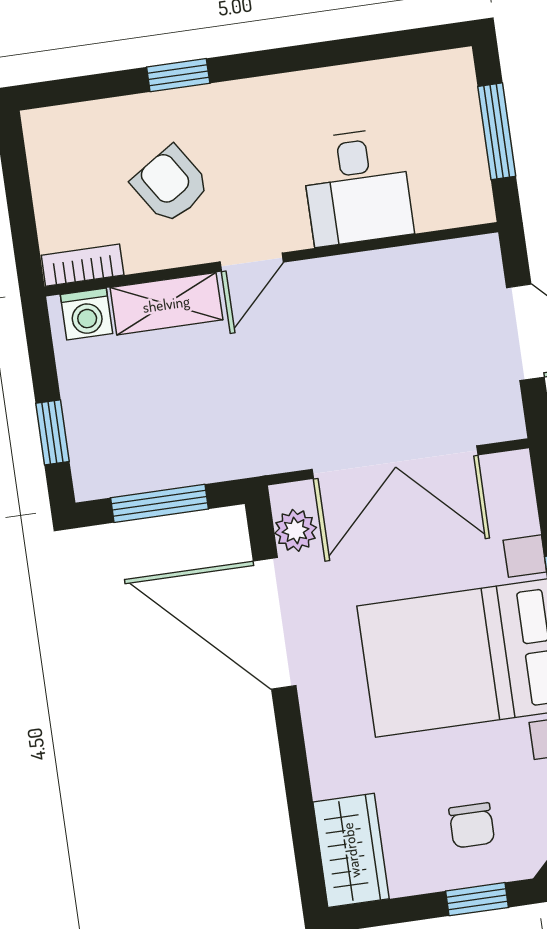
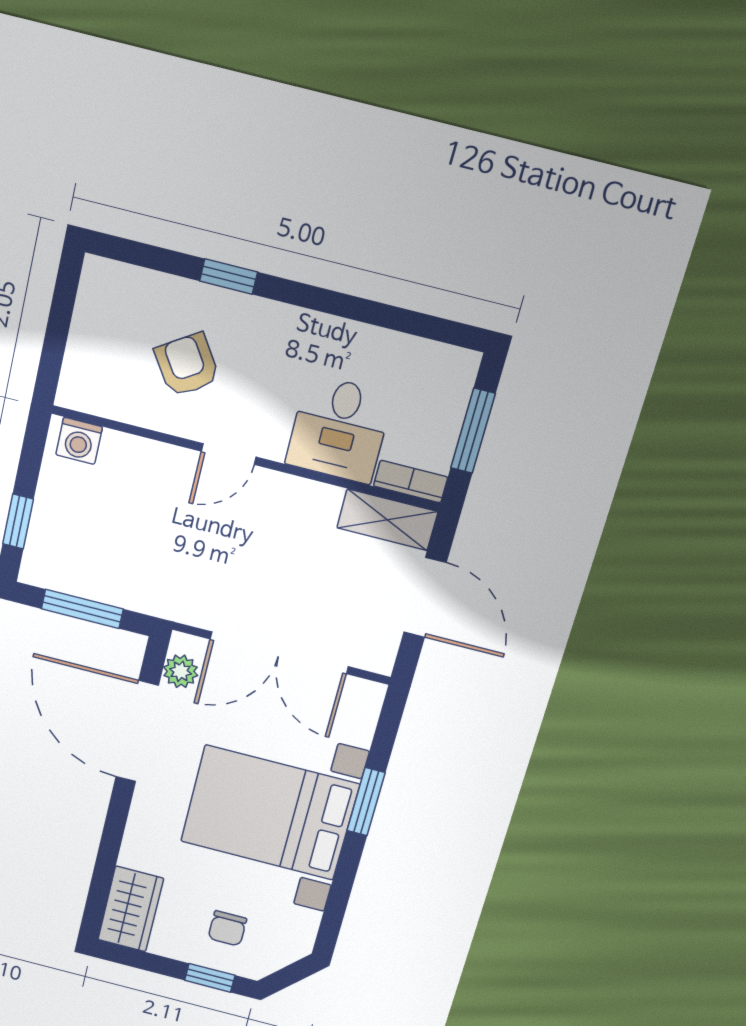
bookcase: (83, 265) -> (411, 482), moved
shelving: (166, 304) -> (387, 520), moved

